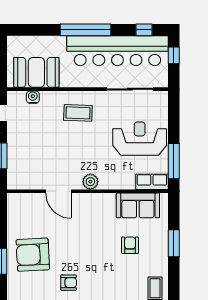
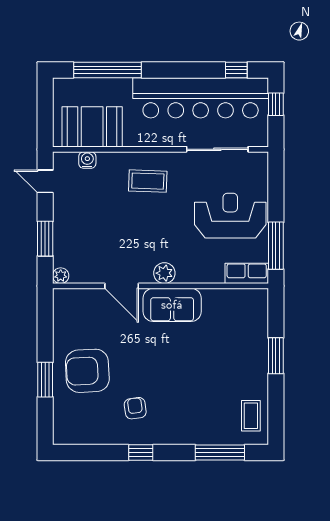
window: (86, 30) -> (108, 70), moved
plant: (13, 184) -> (61, 276), added
sofa: (138, 205) -> (172, 305), moved
armchair: (130, 245) -> (217, 358), removed
armchair: (69, 283) -> (135, 408), turned -98

